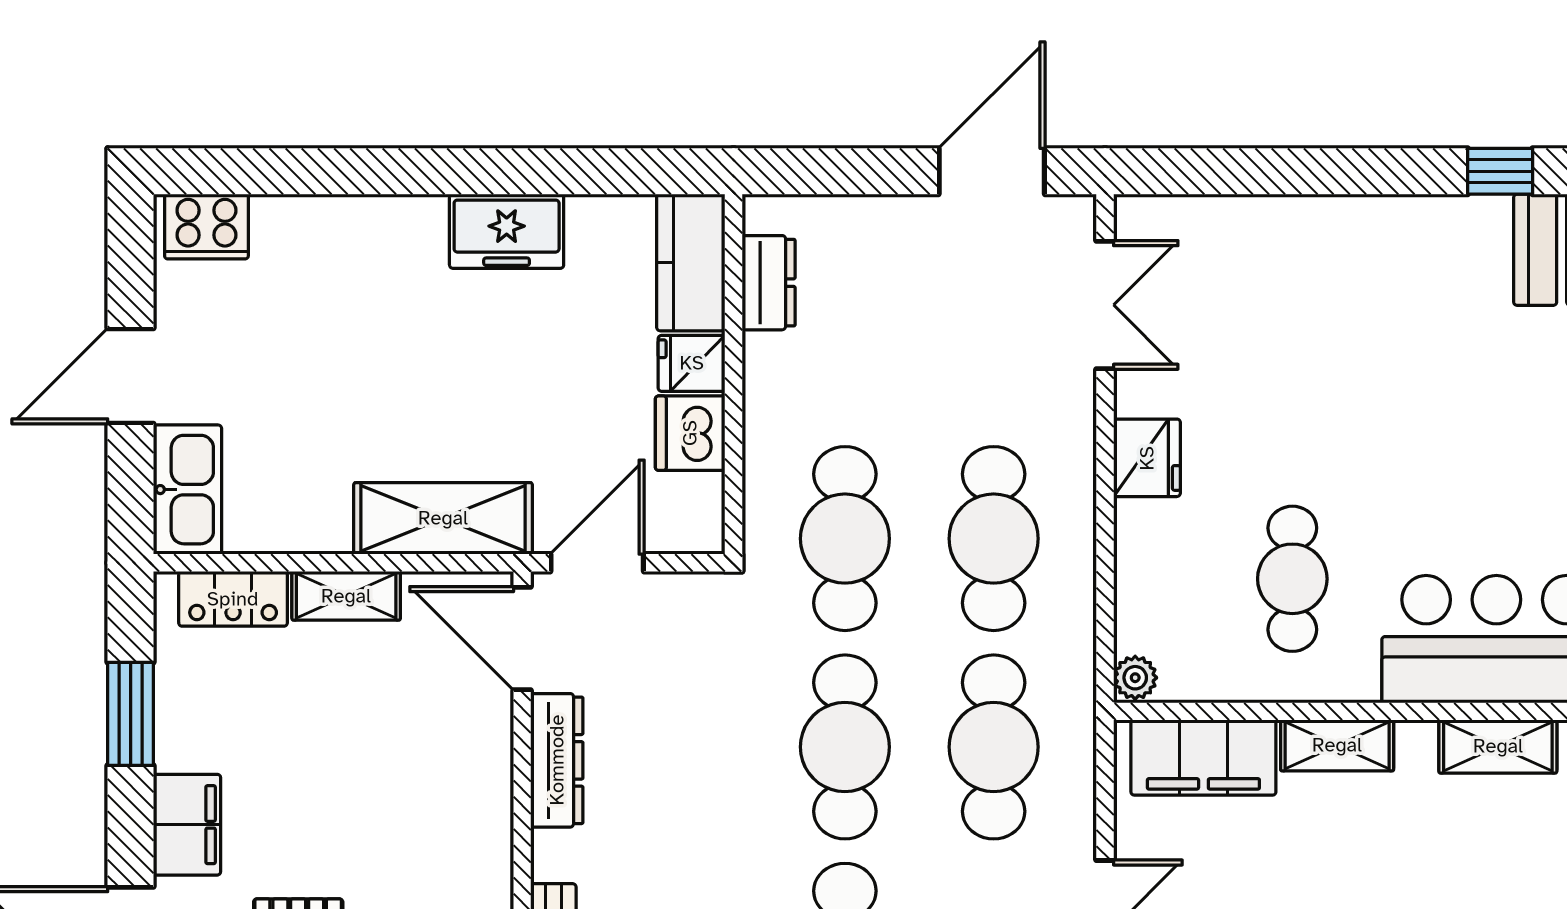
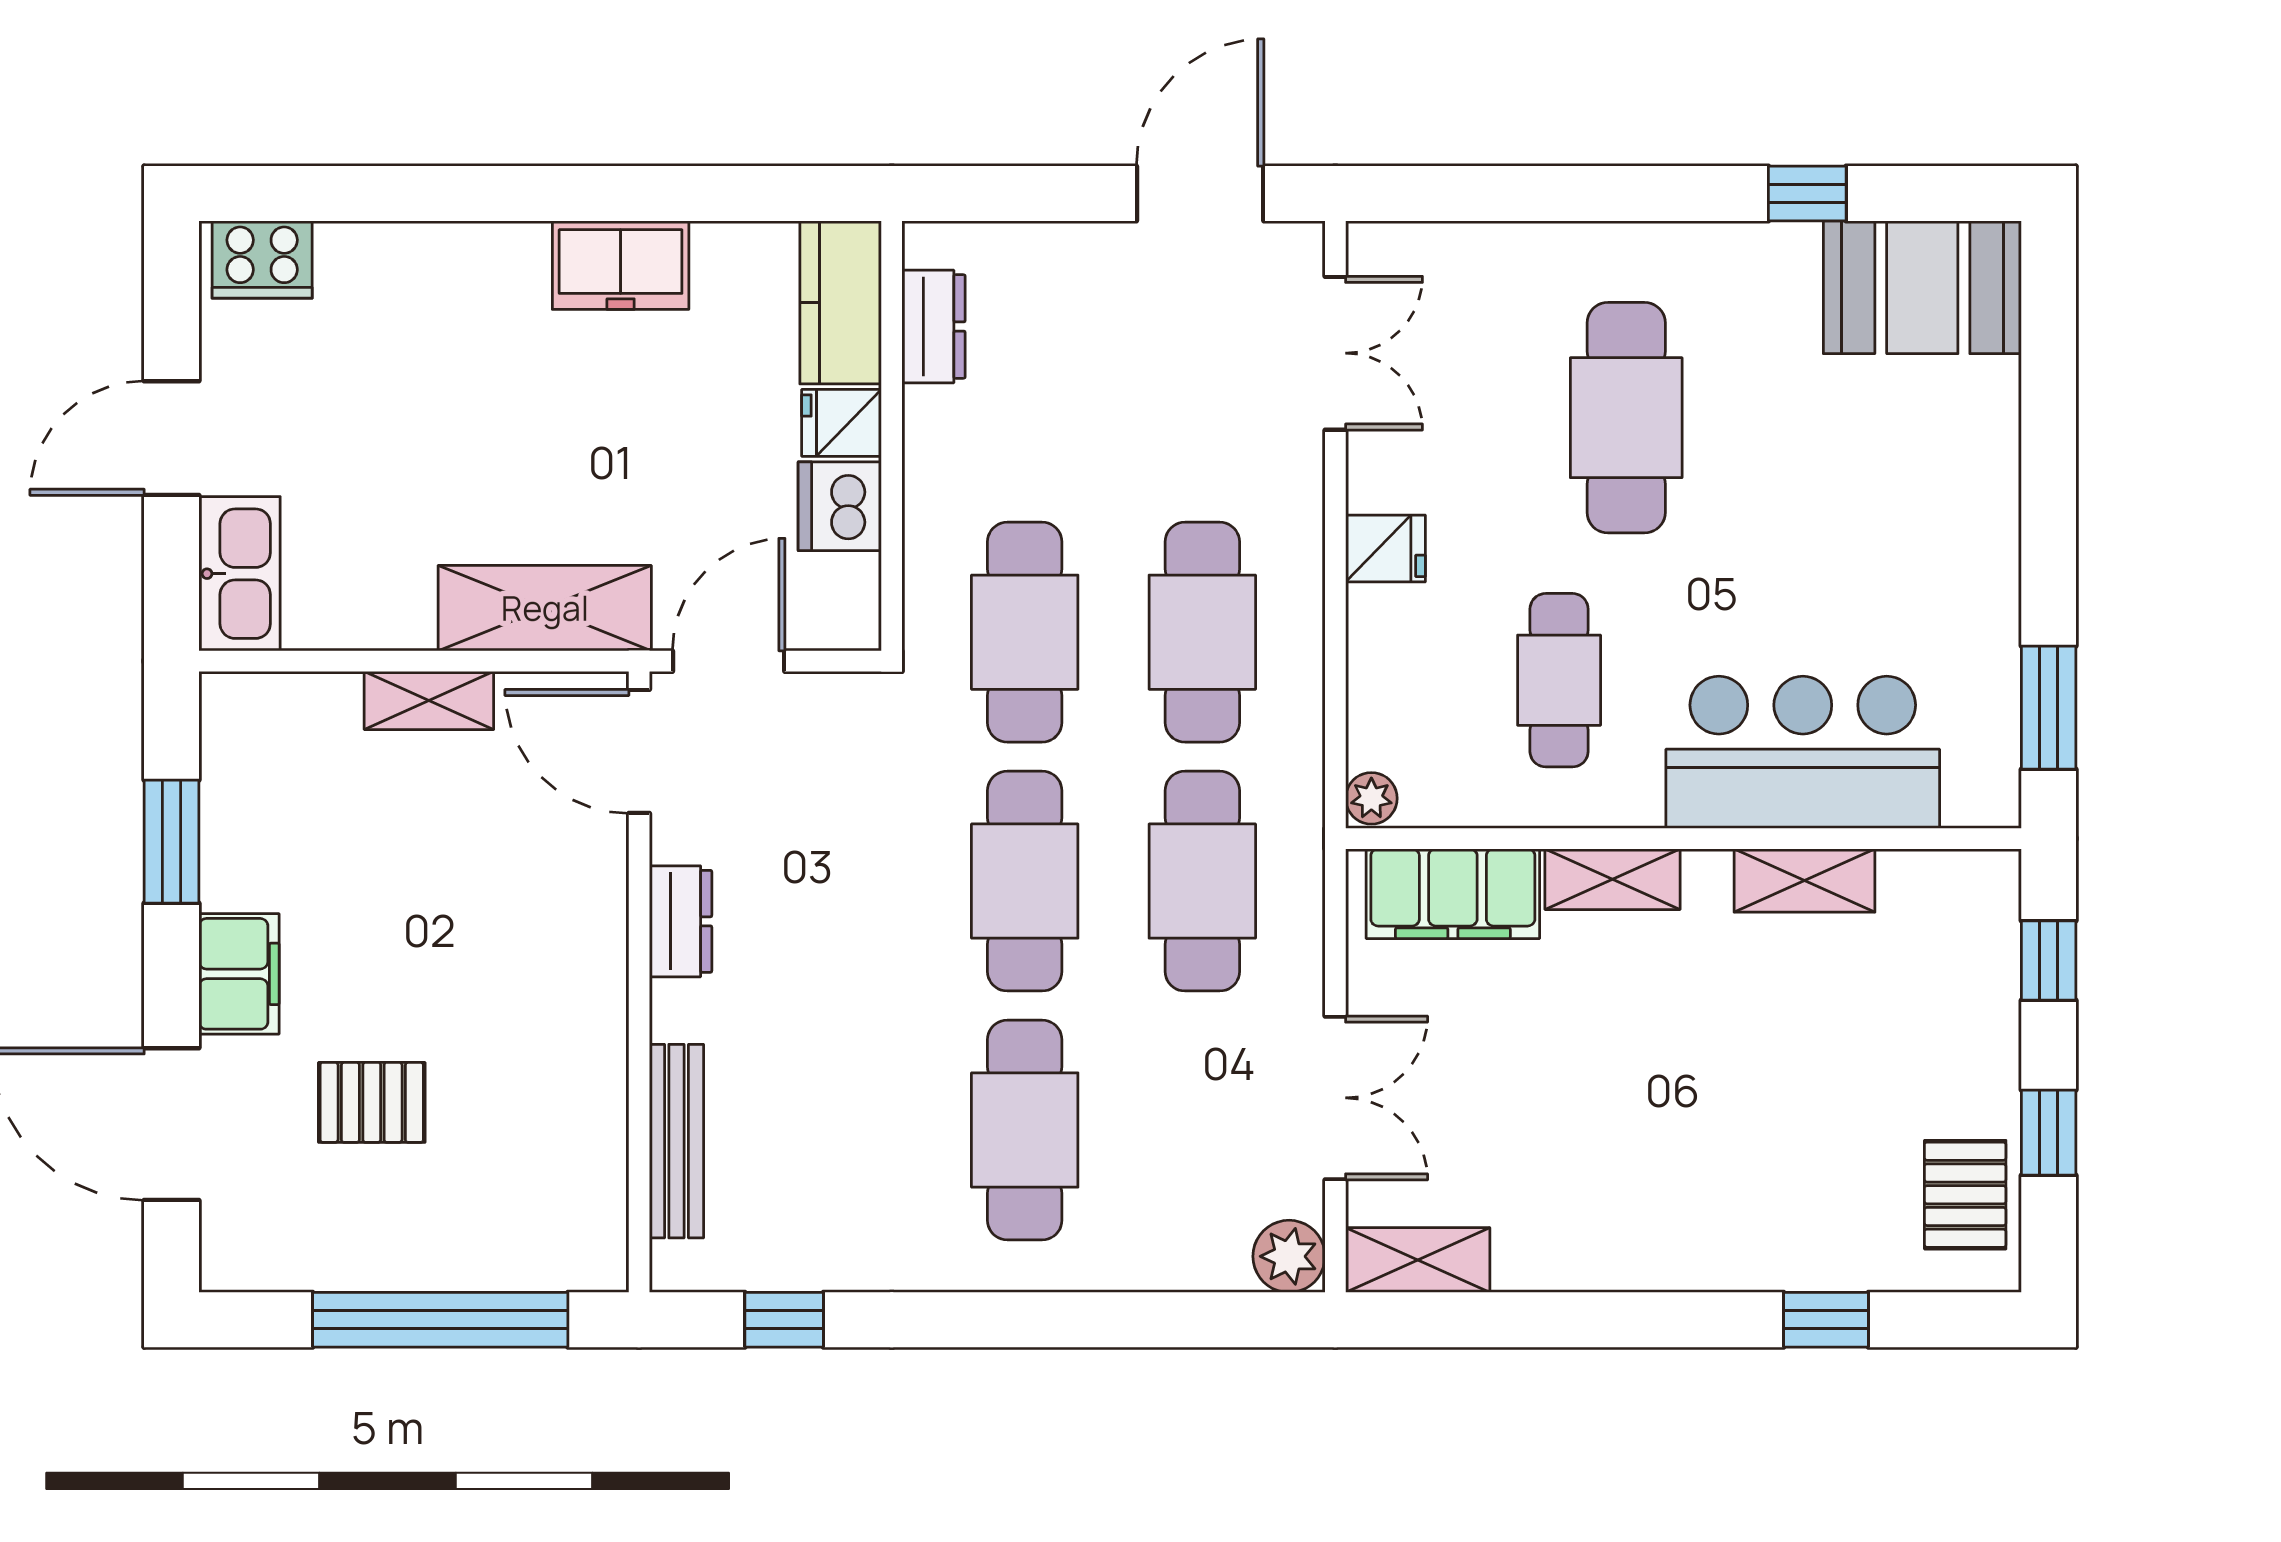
cafe table: (1349, 359) -> (1626, 418), added
fridge: (1147, 458) -> (1385, 549), width x0.72
locker: (233, 599) -> (294, 704), removed
dresser: (557, 760) -> (681, 921), width x0.70

